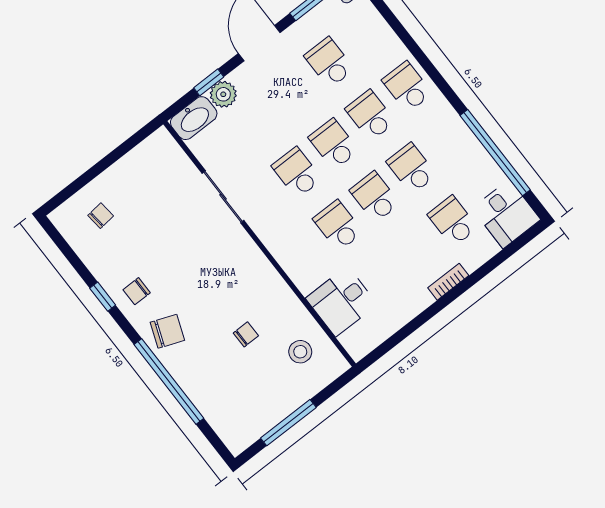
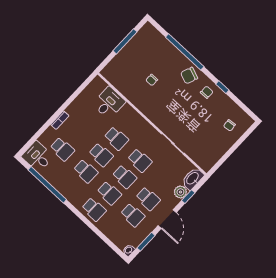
school desk: (292, 91) -> (148, 199), added
stool: (300, 352) -> (125, 76), removed

